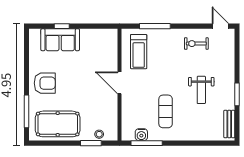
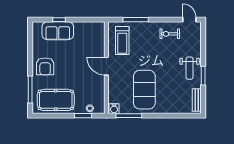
armchair: (45, 83) -> (45, 66), turned 90
weight bench: (201, 90) -> (190, 68), moved
exercise mat: (166, 111) -> (144, 90), width x2.00, depth x1.45
water cooler: (141, 135) -> (114, 109), moved

